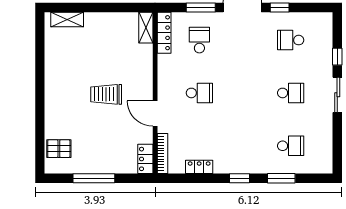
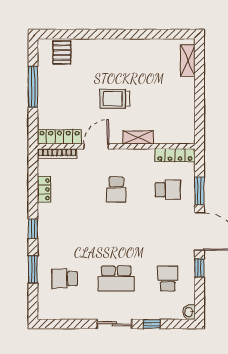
washbasin: (325, 18) -> (189, 312), added
shelving: (146, 28) -> (138, 137), moved
school desk: (291, 93) -> (116, 279), width x1.85
trolley: (106, 94) -> (115, 99), turned -90
school desk: (291, 146) -> (65, 279), turned 90
locker: (145, 159) -> (59, 137), width x1.53

